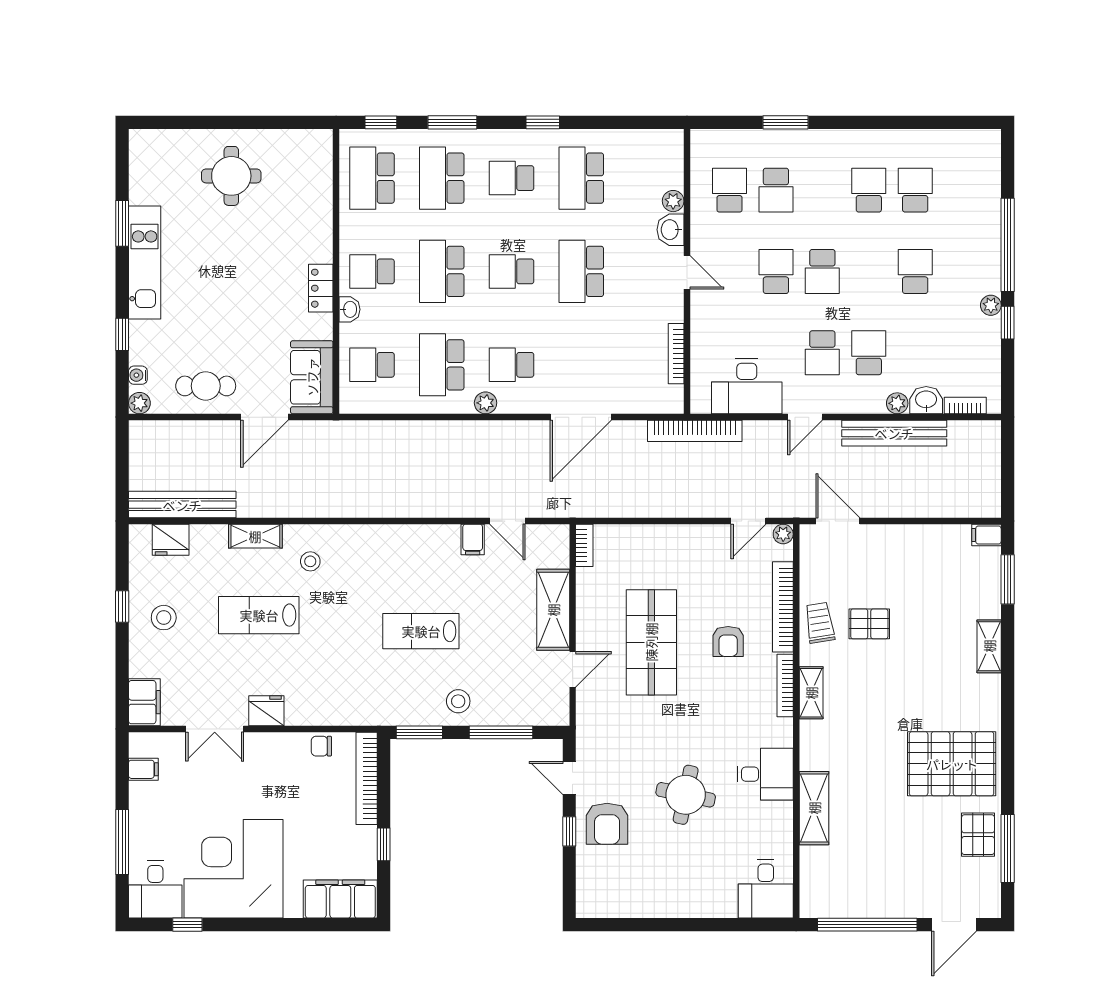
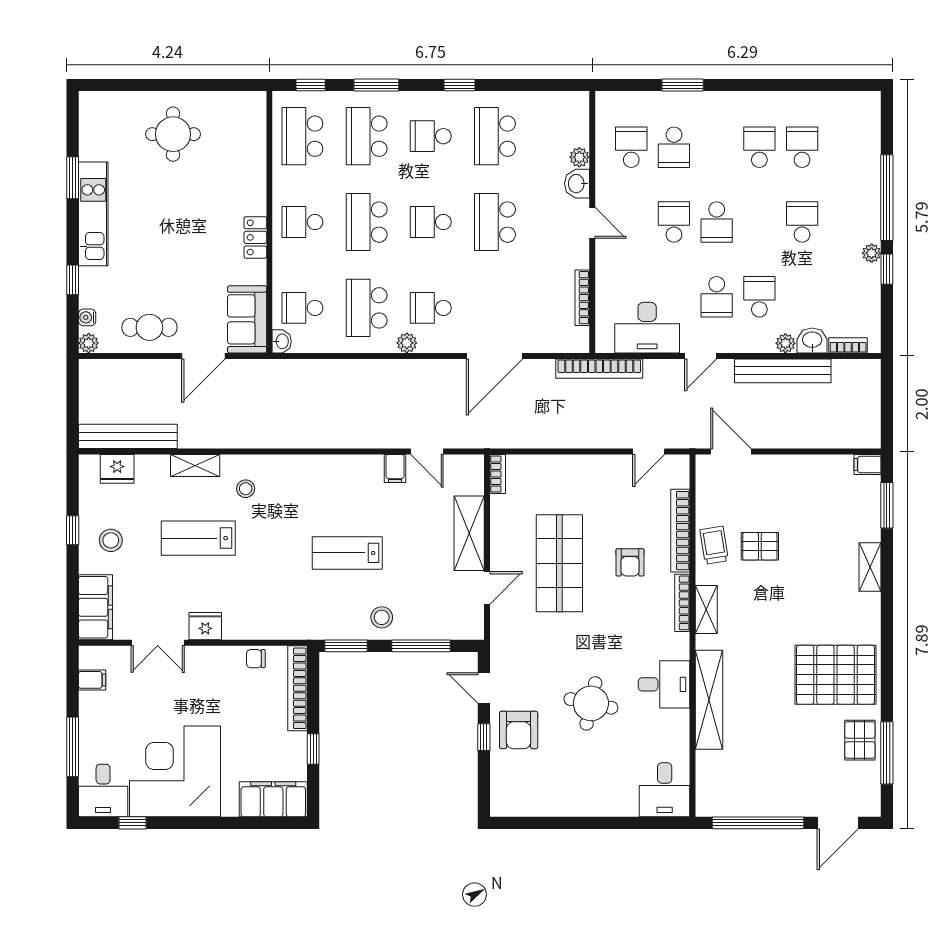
washbasin: (349, 309) -> (282, 341), moved
plant: (783, 534) -> (681, 464), removed
filing cabinet: (144, 702) -> (95, 607), width x1.50, depth x1.17
shelving: (814, 808) -> (709, 700), width x1.47

